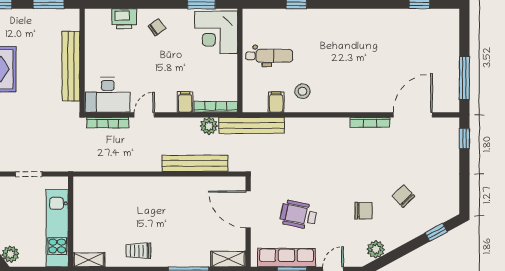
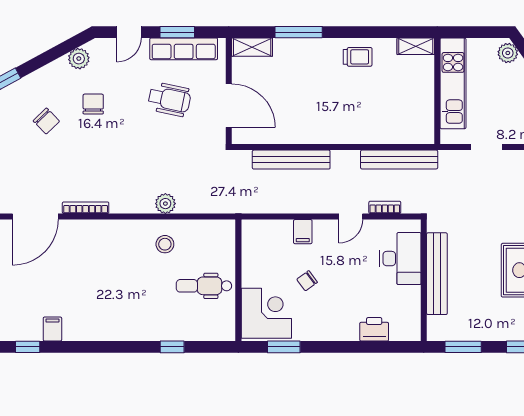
chair: (157, 27) -> (307, 281), moved
desk: (108, 95) -> (400, 259), moved, turned 90
filing cabinet: (276, 102) -> (52, 329), moved, turned 180
bookcase: (216, 107) -> (267, 226), removed
bookcase: (108, 123) -> (385, 207), width x0.64
bench: (252, 125) -> (399, 159), moved
plant: (209, 126) -> (165, 204), moved
chair: (364, 211) -> (93, 104), turned 90

